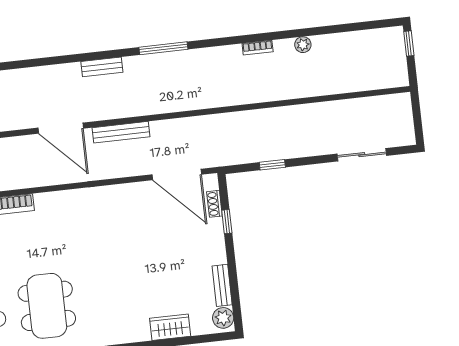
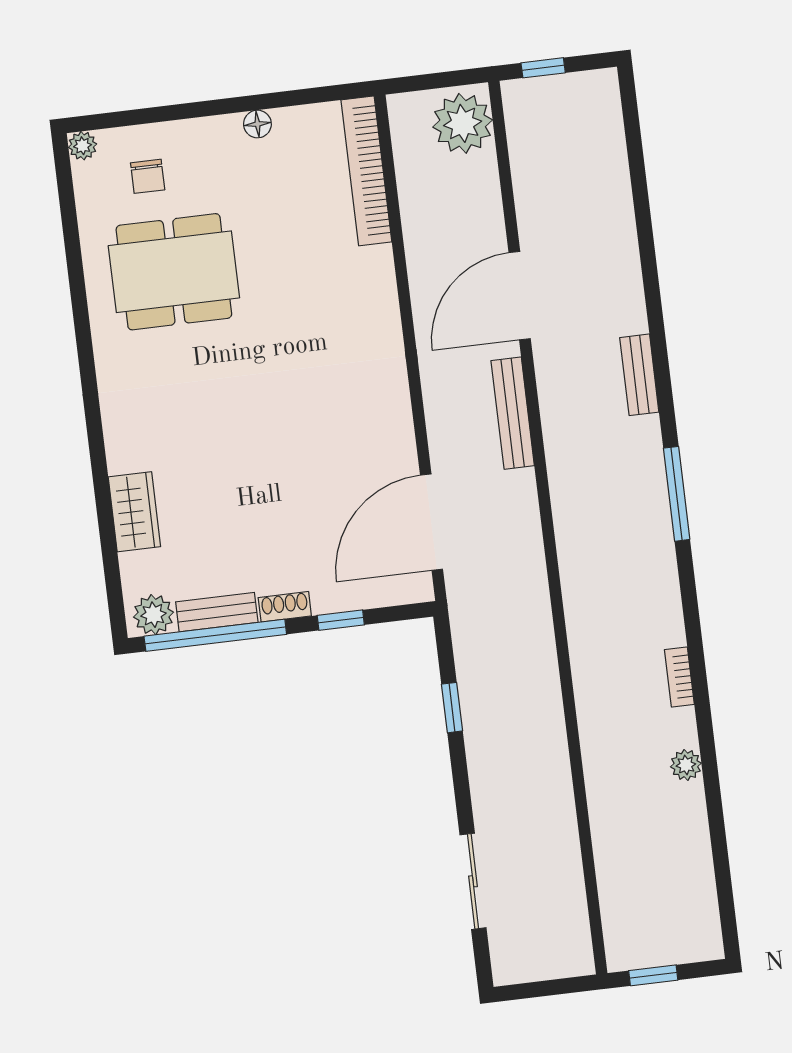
window: (409, 44) -> (653, 975), moved
shoe rack: (214, 204) -> (285, 607), moved
window: (234, 286) -> (215, 635), added

